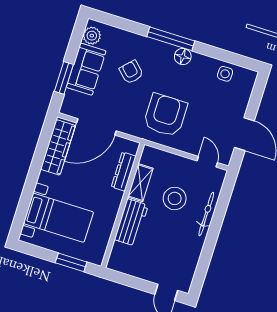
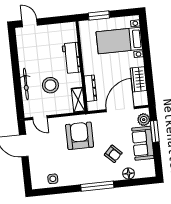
plant: (92, 36) -> (144, 120), moved
floor lamp: (183, 56) -> (129, 174), moved
armchair: (165, 115) -> (80, 136), turned 180
wardrobe: (58, 147) -> (139, 79), width x0.67
shelving: (140, 183) -> (78, 100), moved

